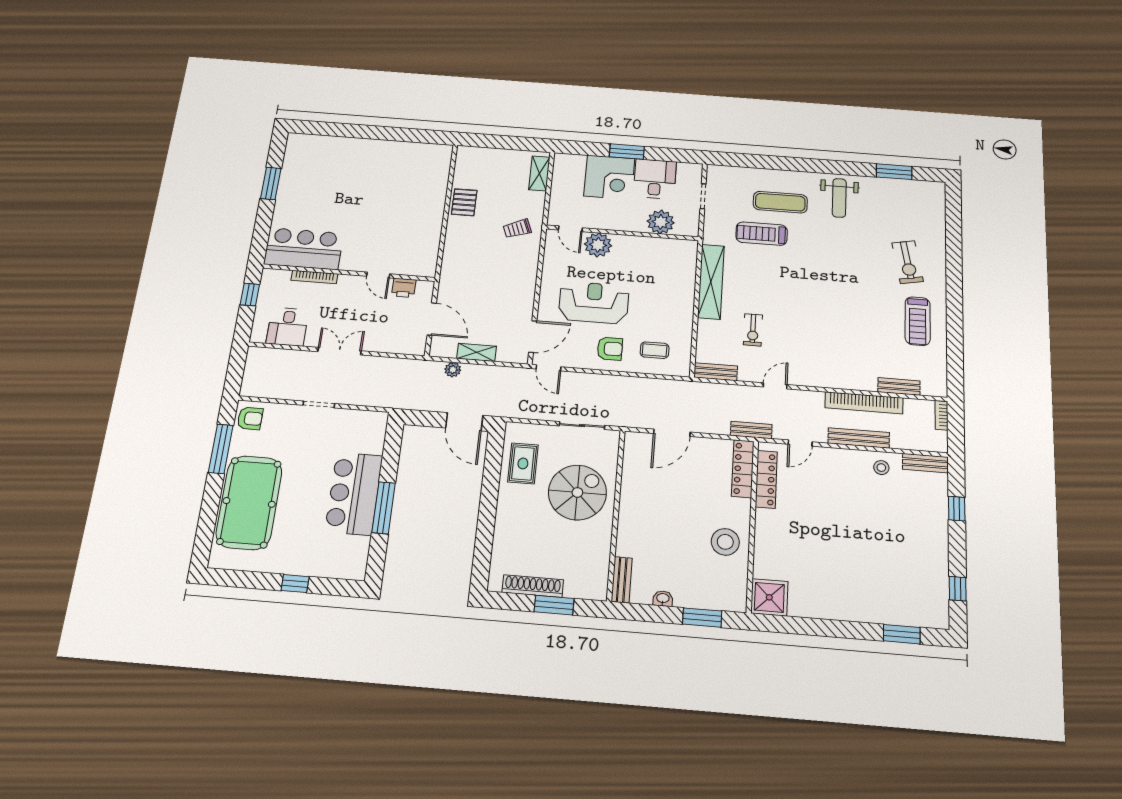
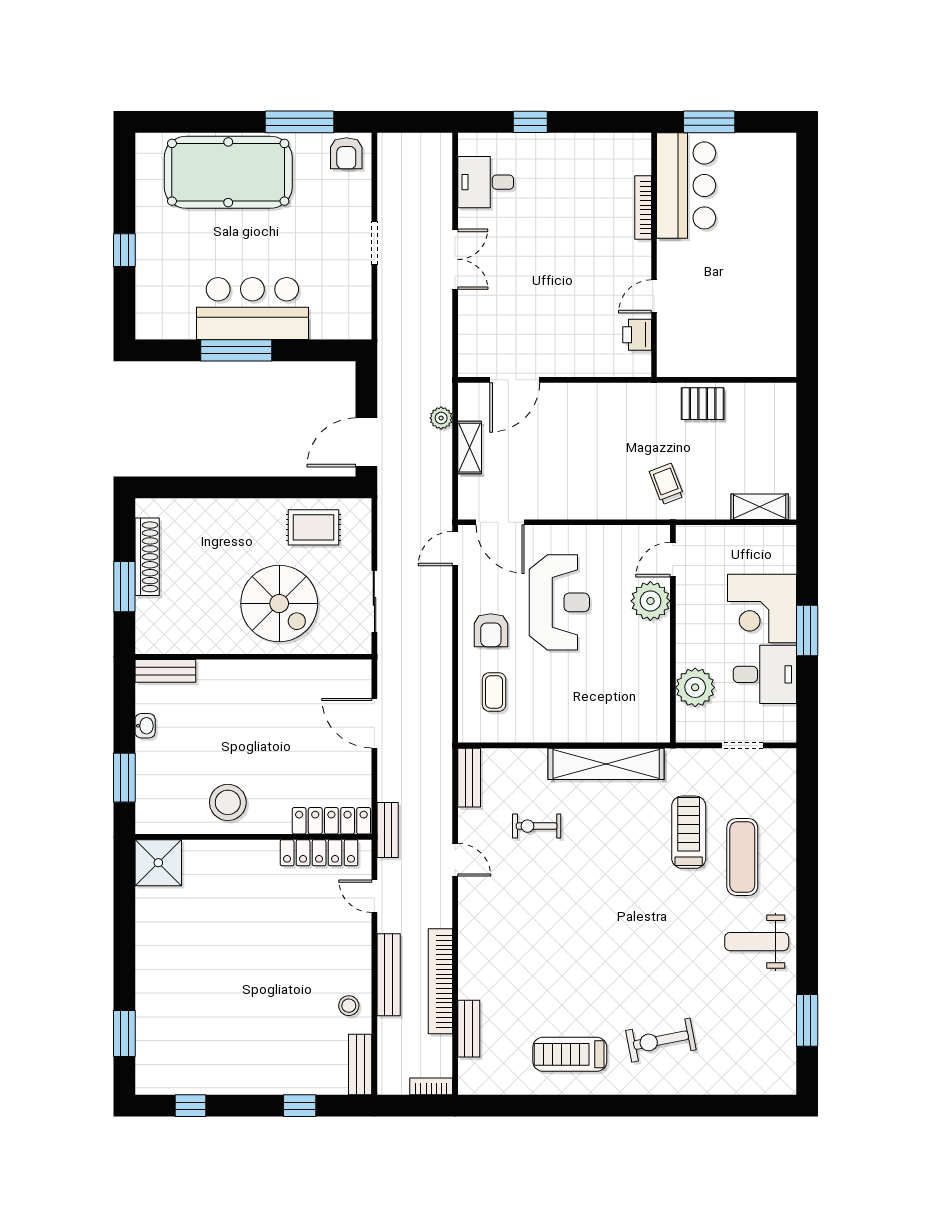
bar counter: (304, 249) -> (686, 185), moved
wall: (349, 273) -> (654, 255), moved
door: (378, 275) -> (654, 296), moved
bookcase: (314, 277) -> (643, 208), moved
printer: (404, 288) -> (637, 335), moved

